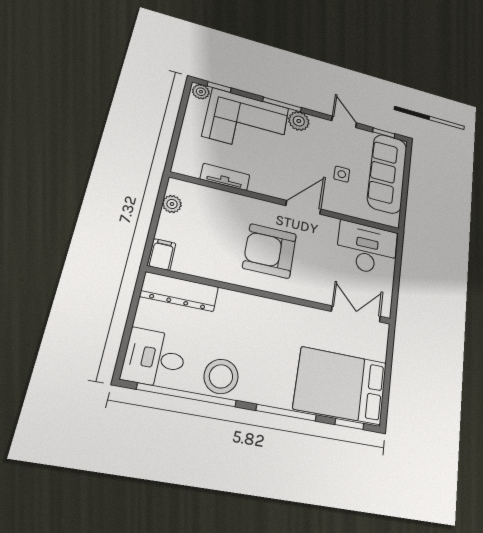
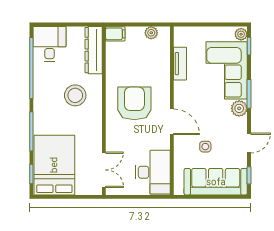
stool: (221, 376) -> (75, 95), moved

